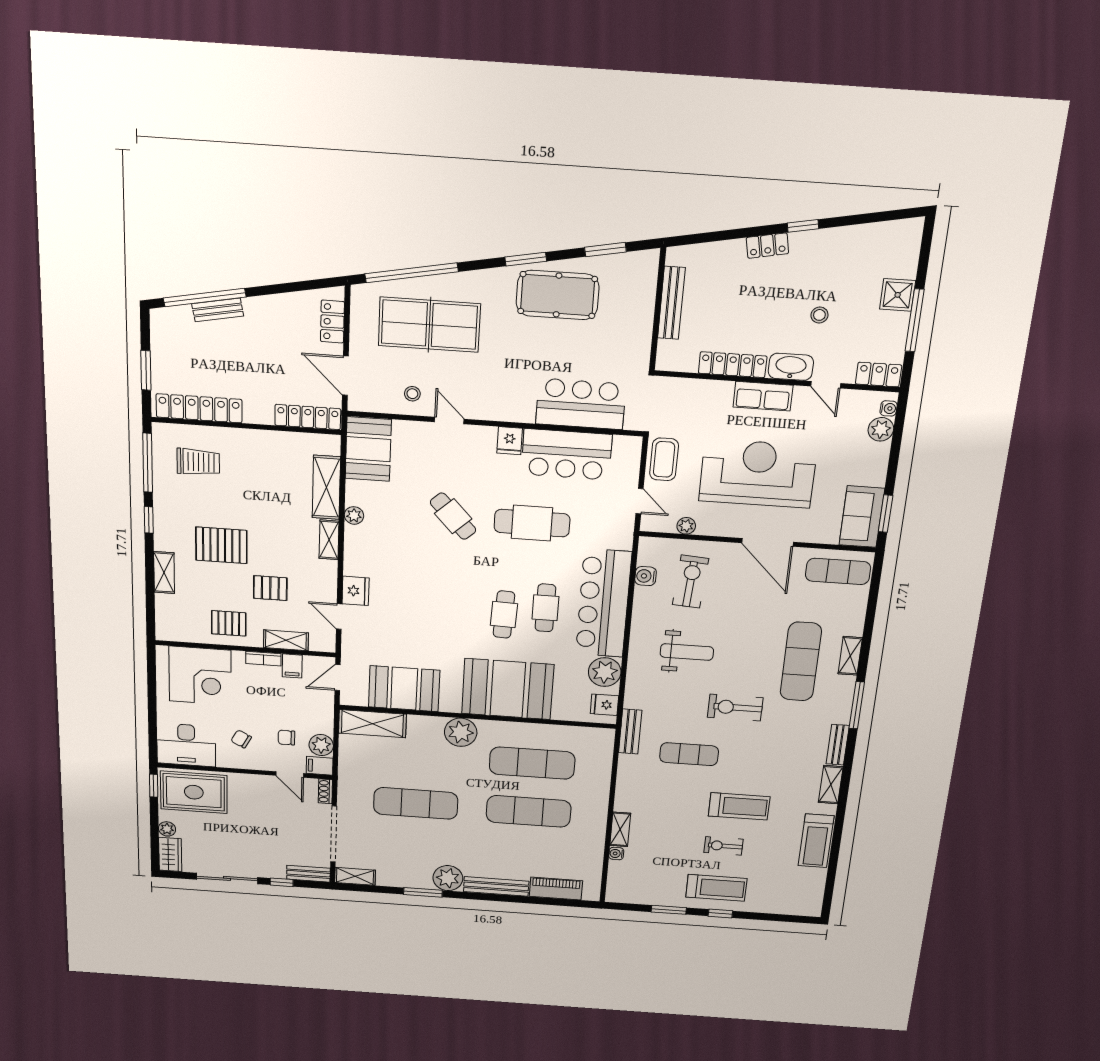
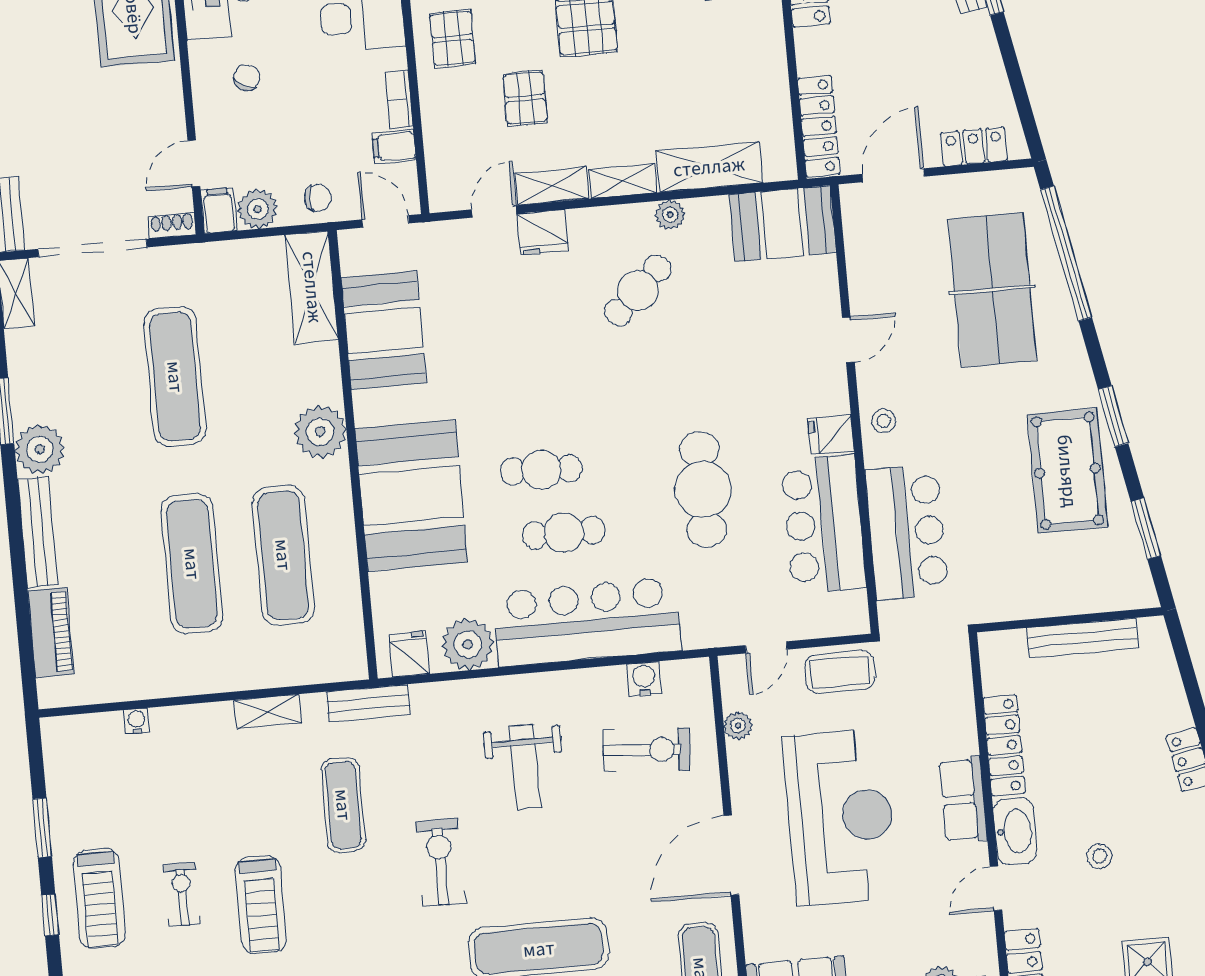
stool: (412, 394) -> (884, 421), moved
cafe table: (453, 516) -> (638, 290), moved
shelving: (286, 640) -> (552, 186), moved, turned 90
chair: (286, 738) -> (318, 198), moved, turned 90
shelving: (620, 829) -> (268, 712), moved

